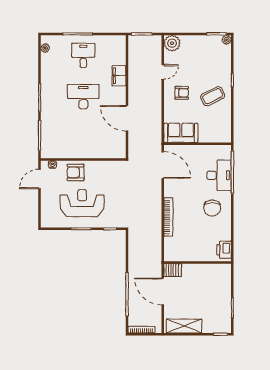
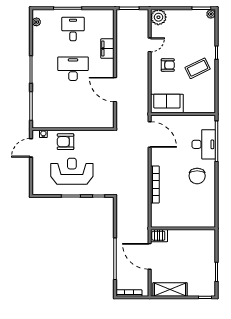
printer: (224, 250) -> (208, 216), removed

